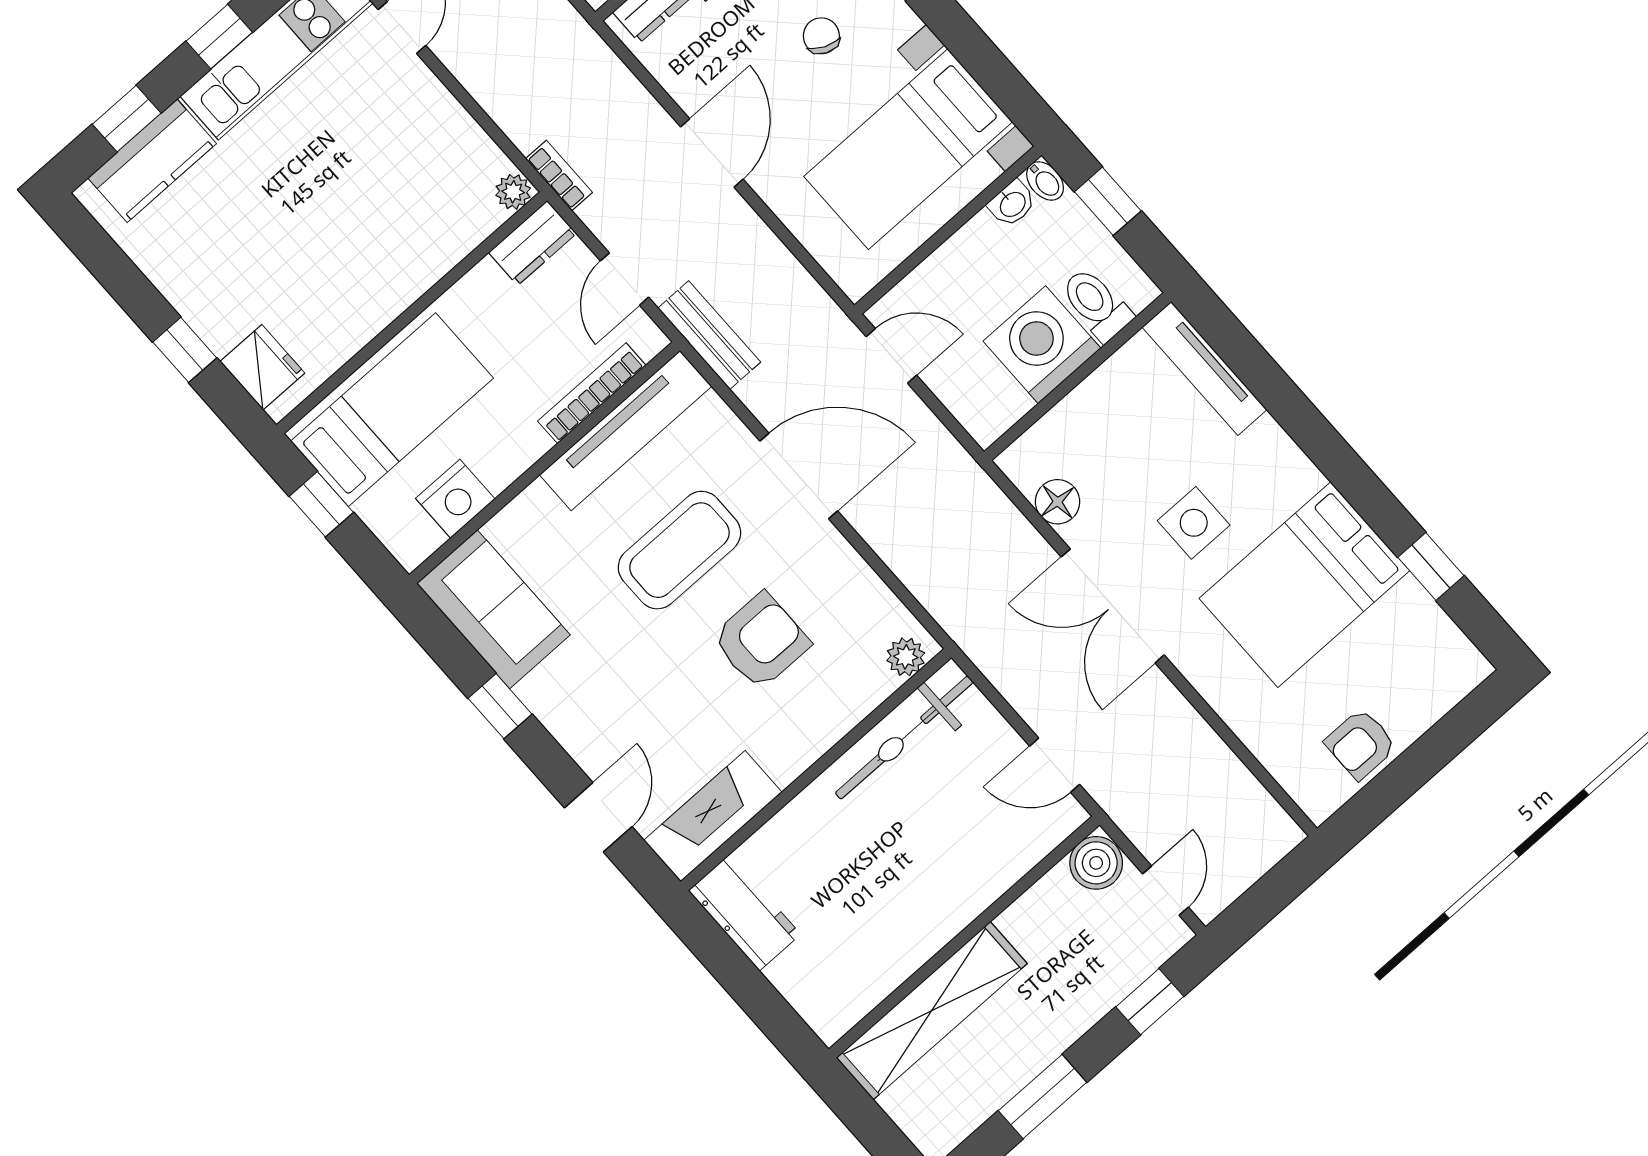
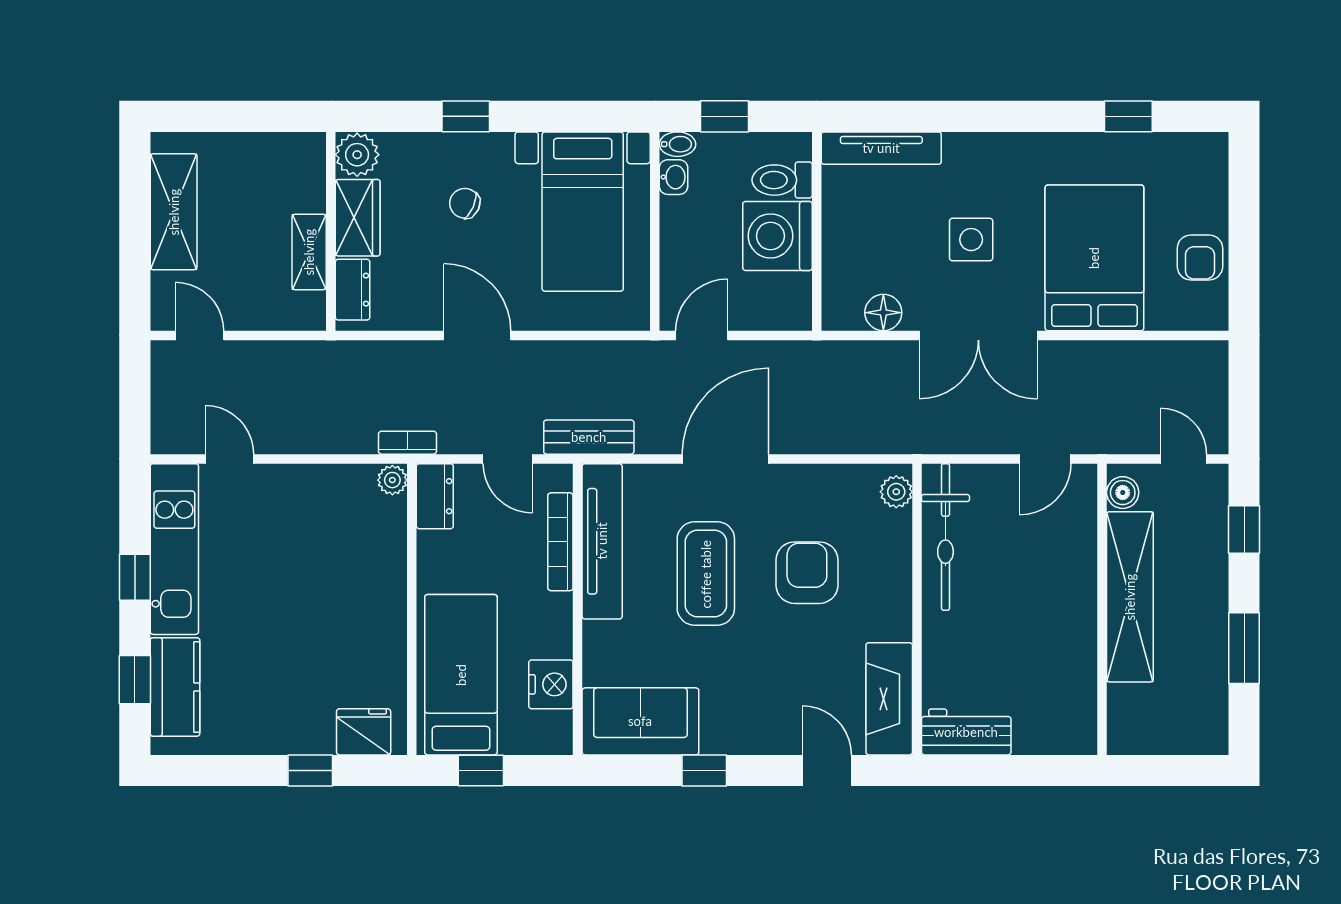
bed: (1304, 585) -> (1094, 258), moved, turned 180
boiler: (1096, 863) -> (1123, 493), width x0.73, depth x0.73
shelving: (932, 1011) -> (1130, 597), moved

